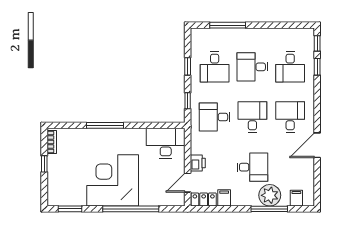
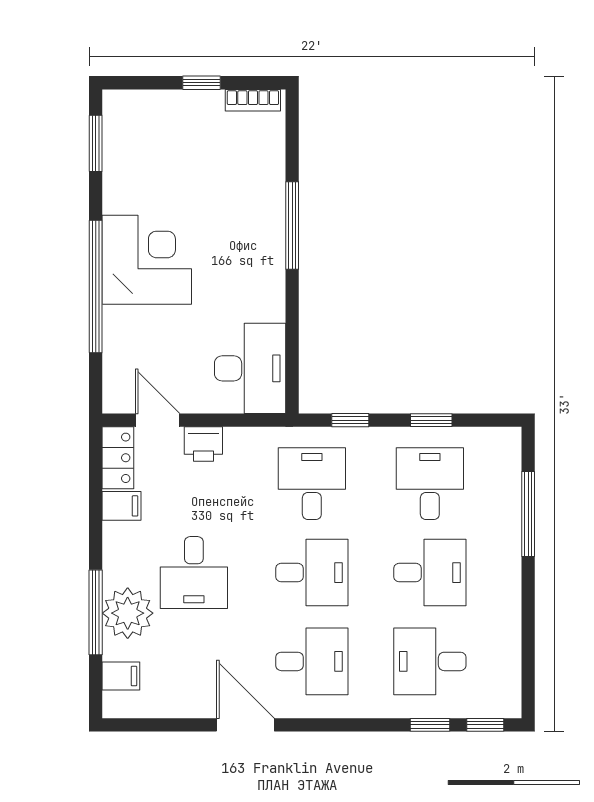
desk: (215, 67) -> (430, 484), turned 90
desk: (252, 67) -> (430, 573), turned 90
corner desk: (113, 180) -> (147, 260), width x0.74, depth x0.74

